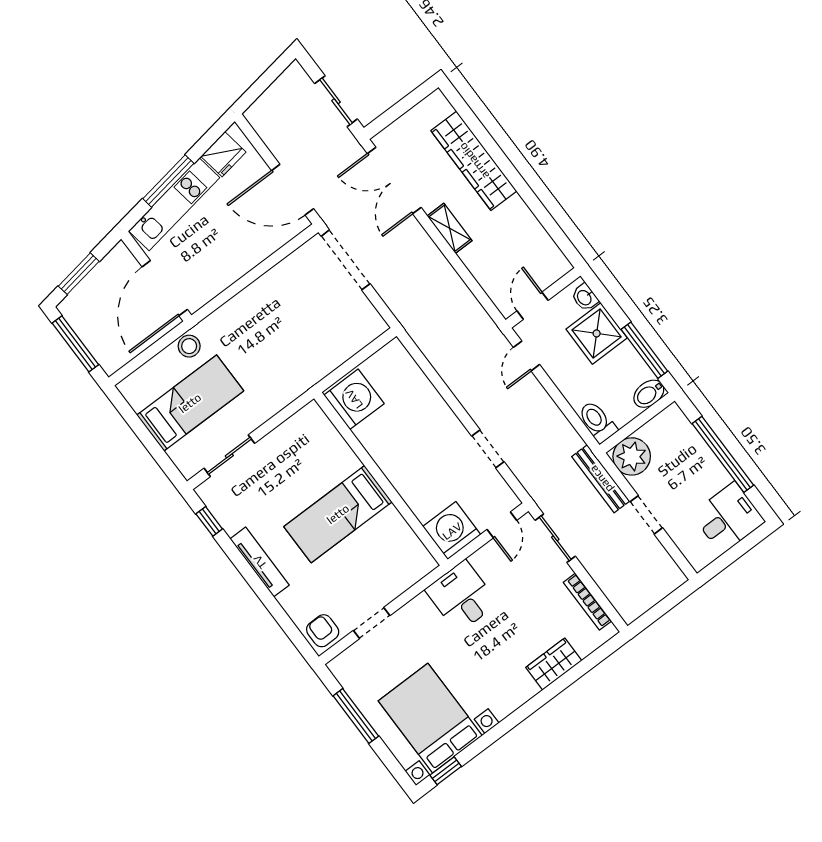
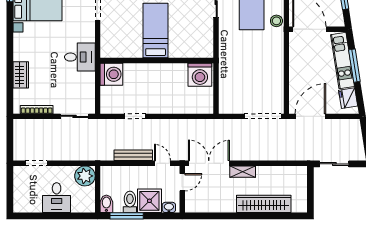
double door: (394, 180) -> (209, 163), moved
door: (533, 306) -> (182, 182), hinge flipped
toilet: (597, 422) -> (130, 202), moved, turned -90
window: (723, 454) -> (56, 216), removed
bench: (601, 479) -> (133, 155), moved
doorway: (646, 515) -> (36, 163), moved
desk: (728, 518) -> (57, 198), moved
door: (502, 525) -> (98, 98), removed

